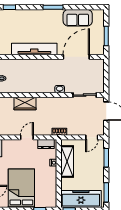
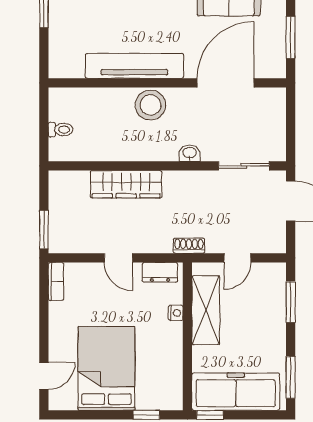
stool: (42, 67) -> (151, 105), added
wardrobe: (25, 103) -> (126, 184), width x1.50
door: (27, 137) -> (118, 258), swing flipped
door: (92, 137) -> (237, 258), moved

